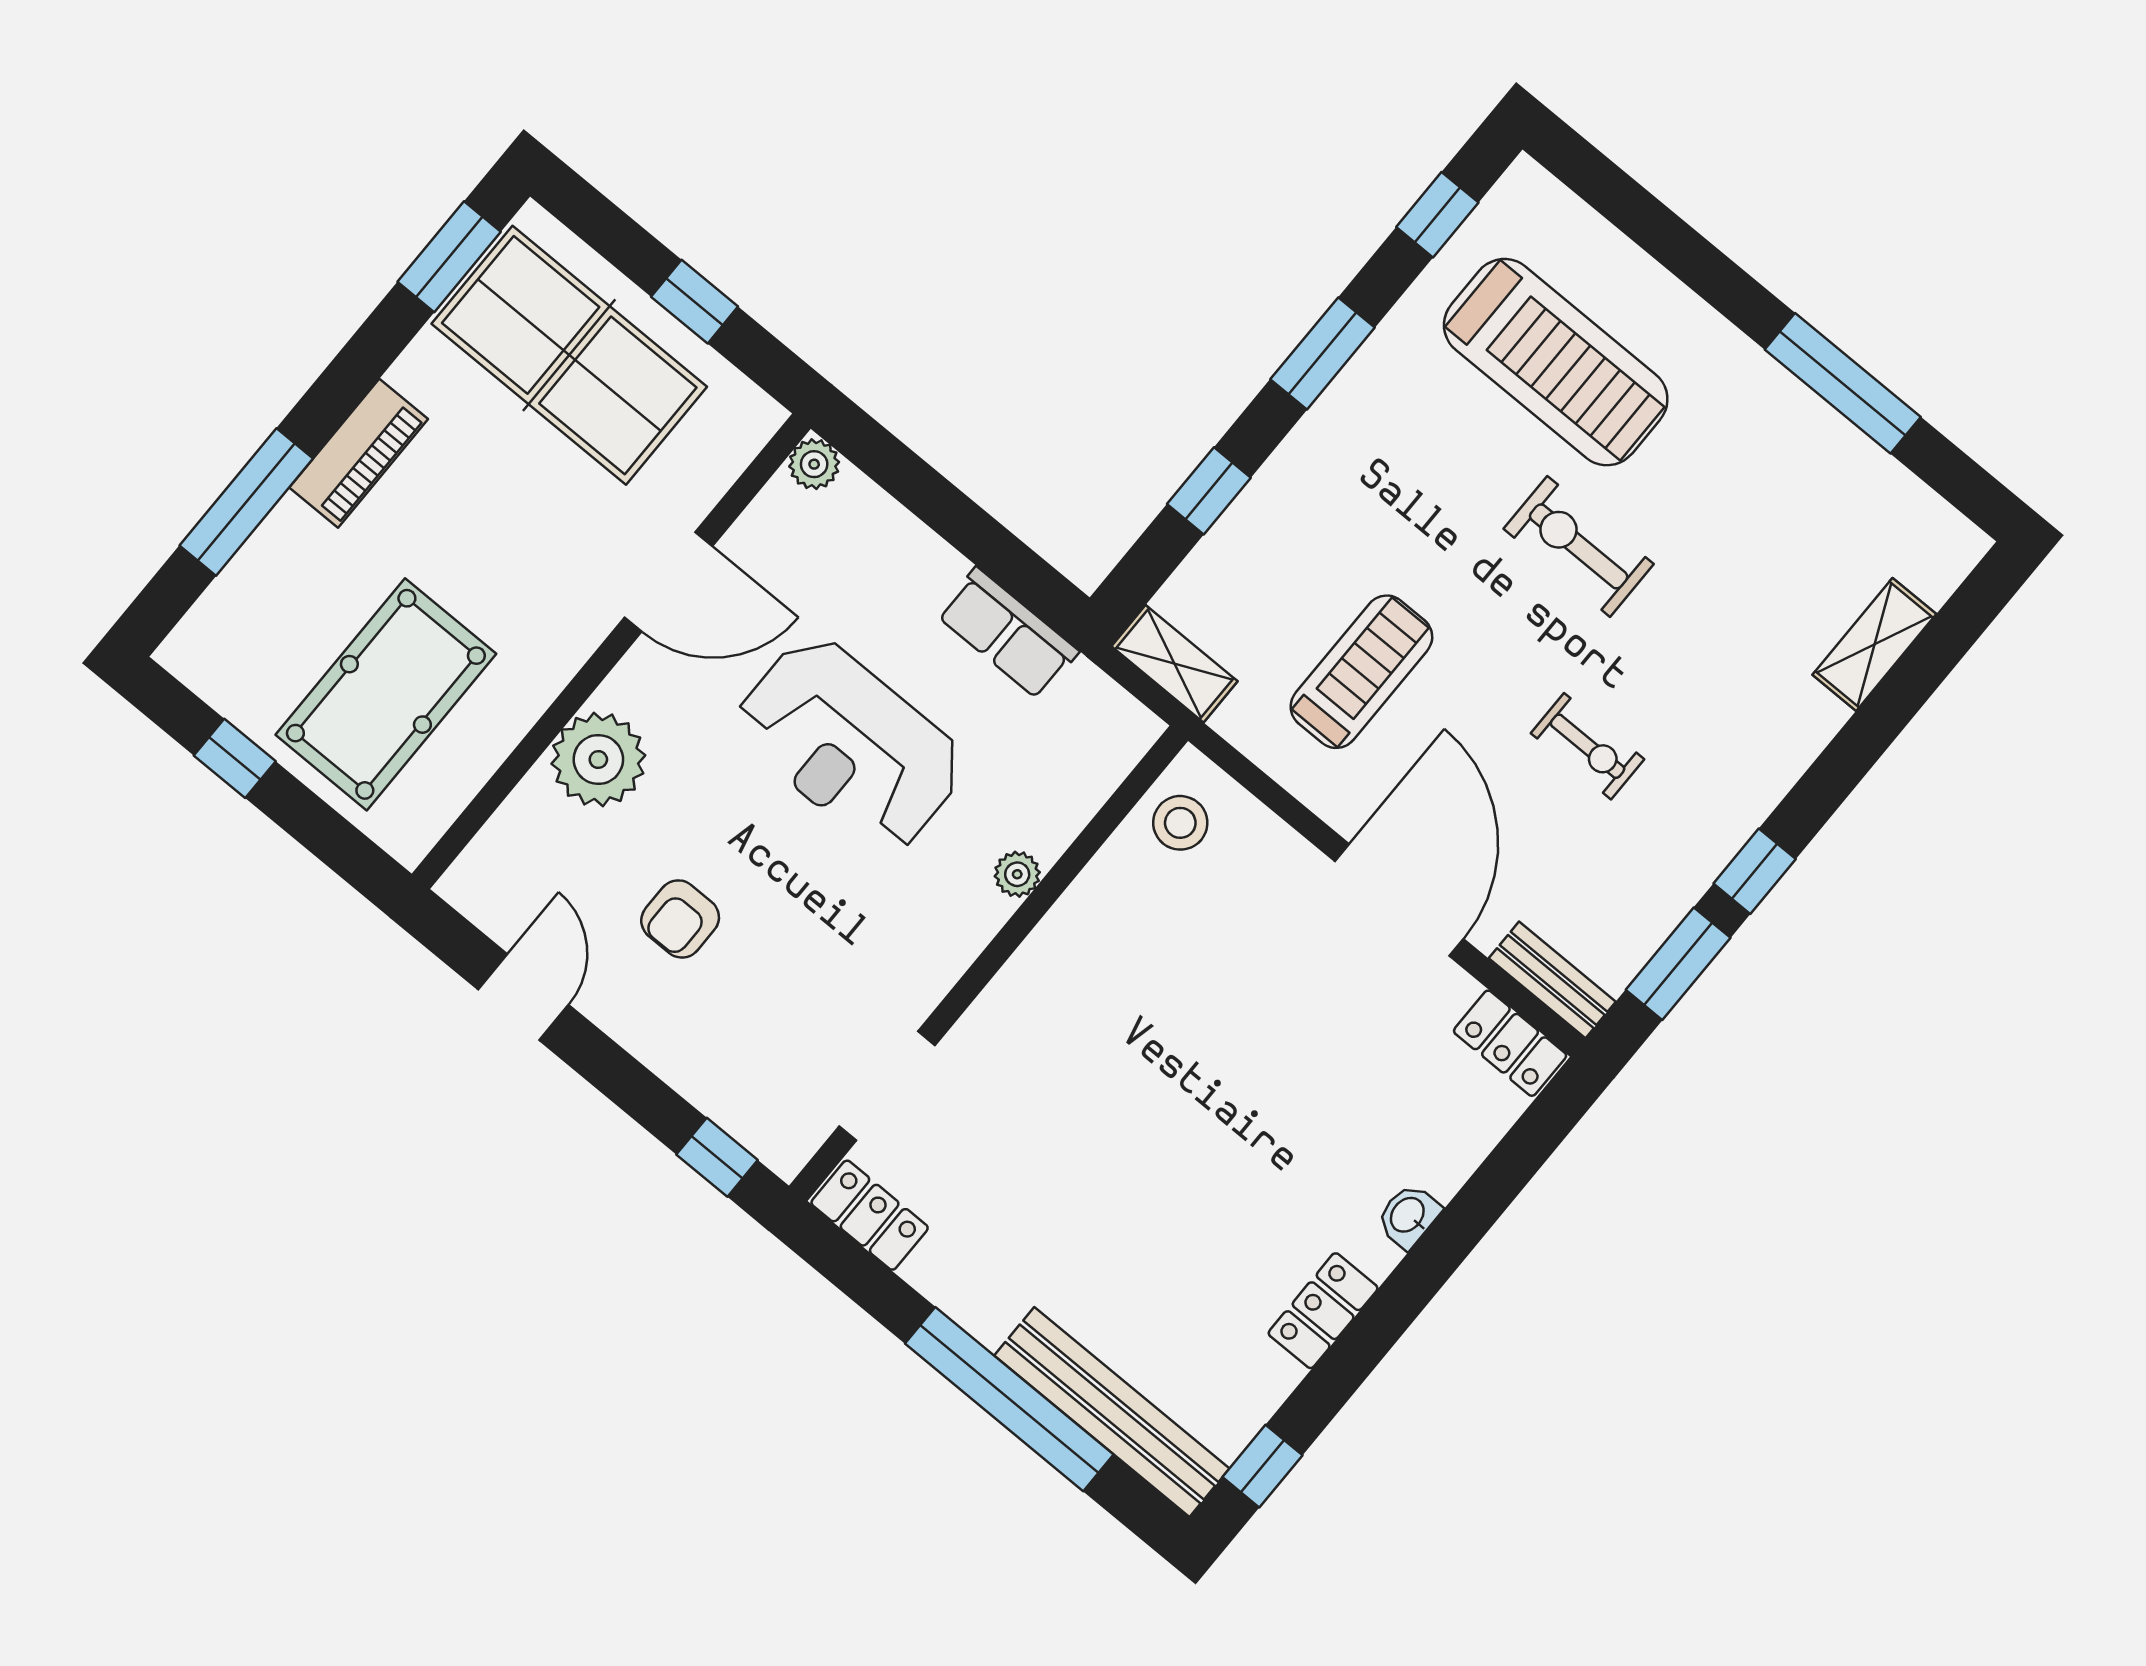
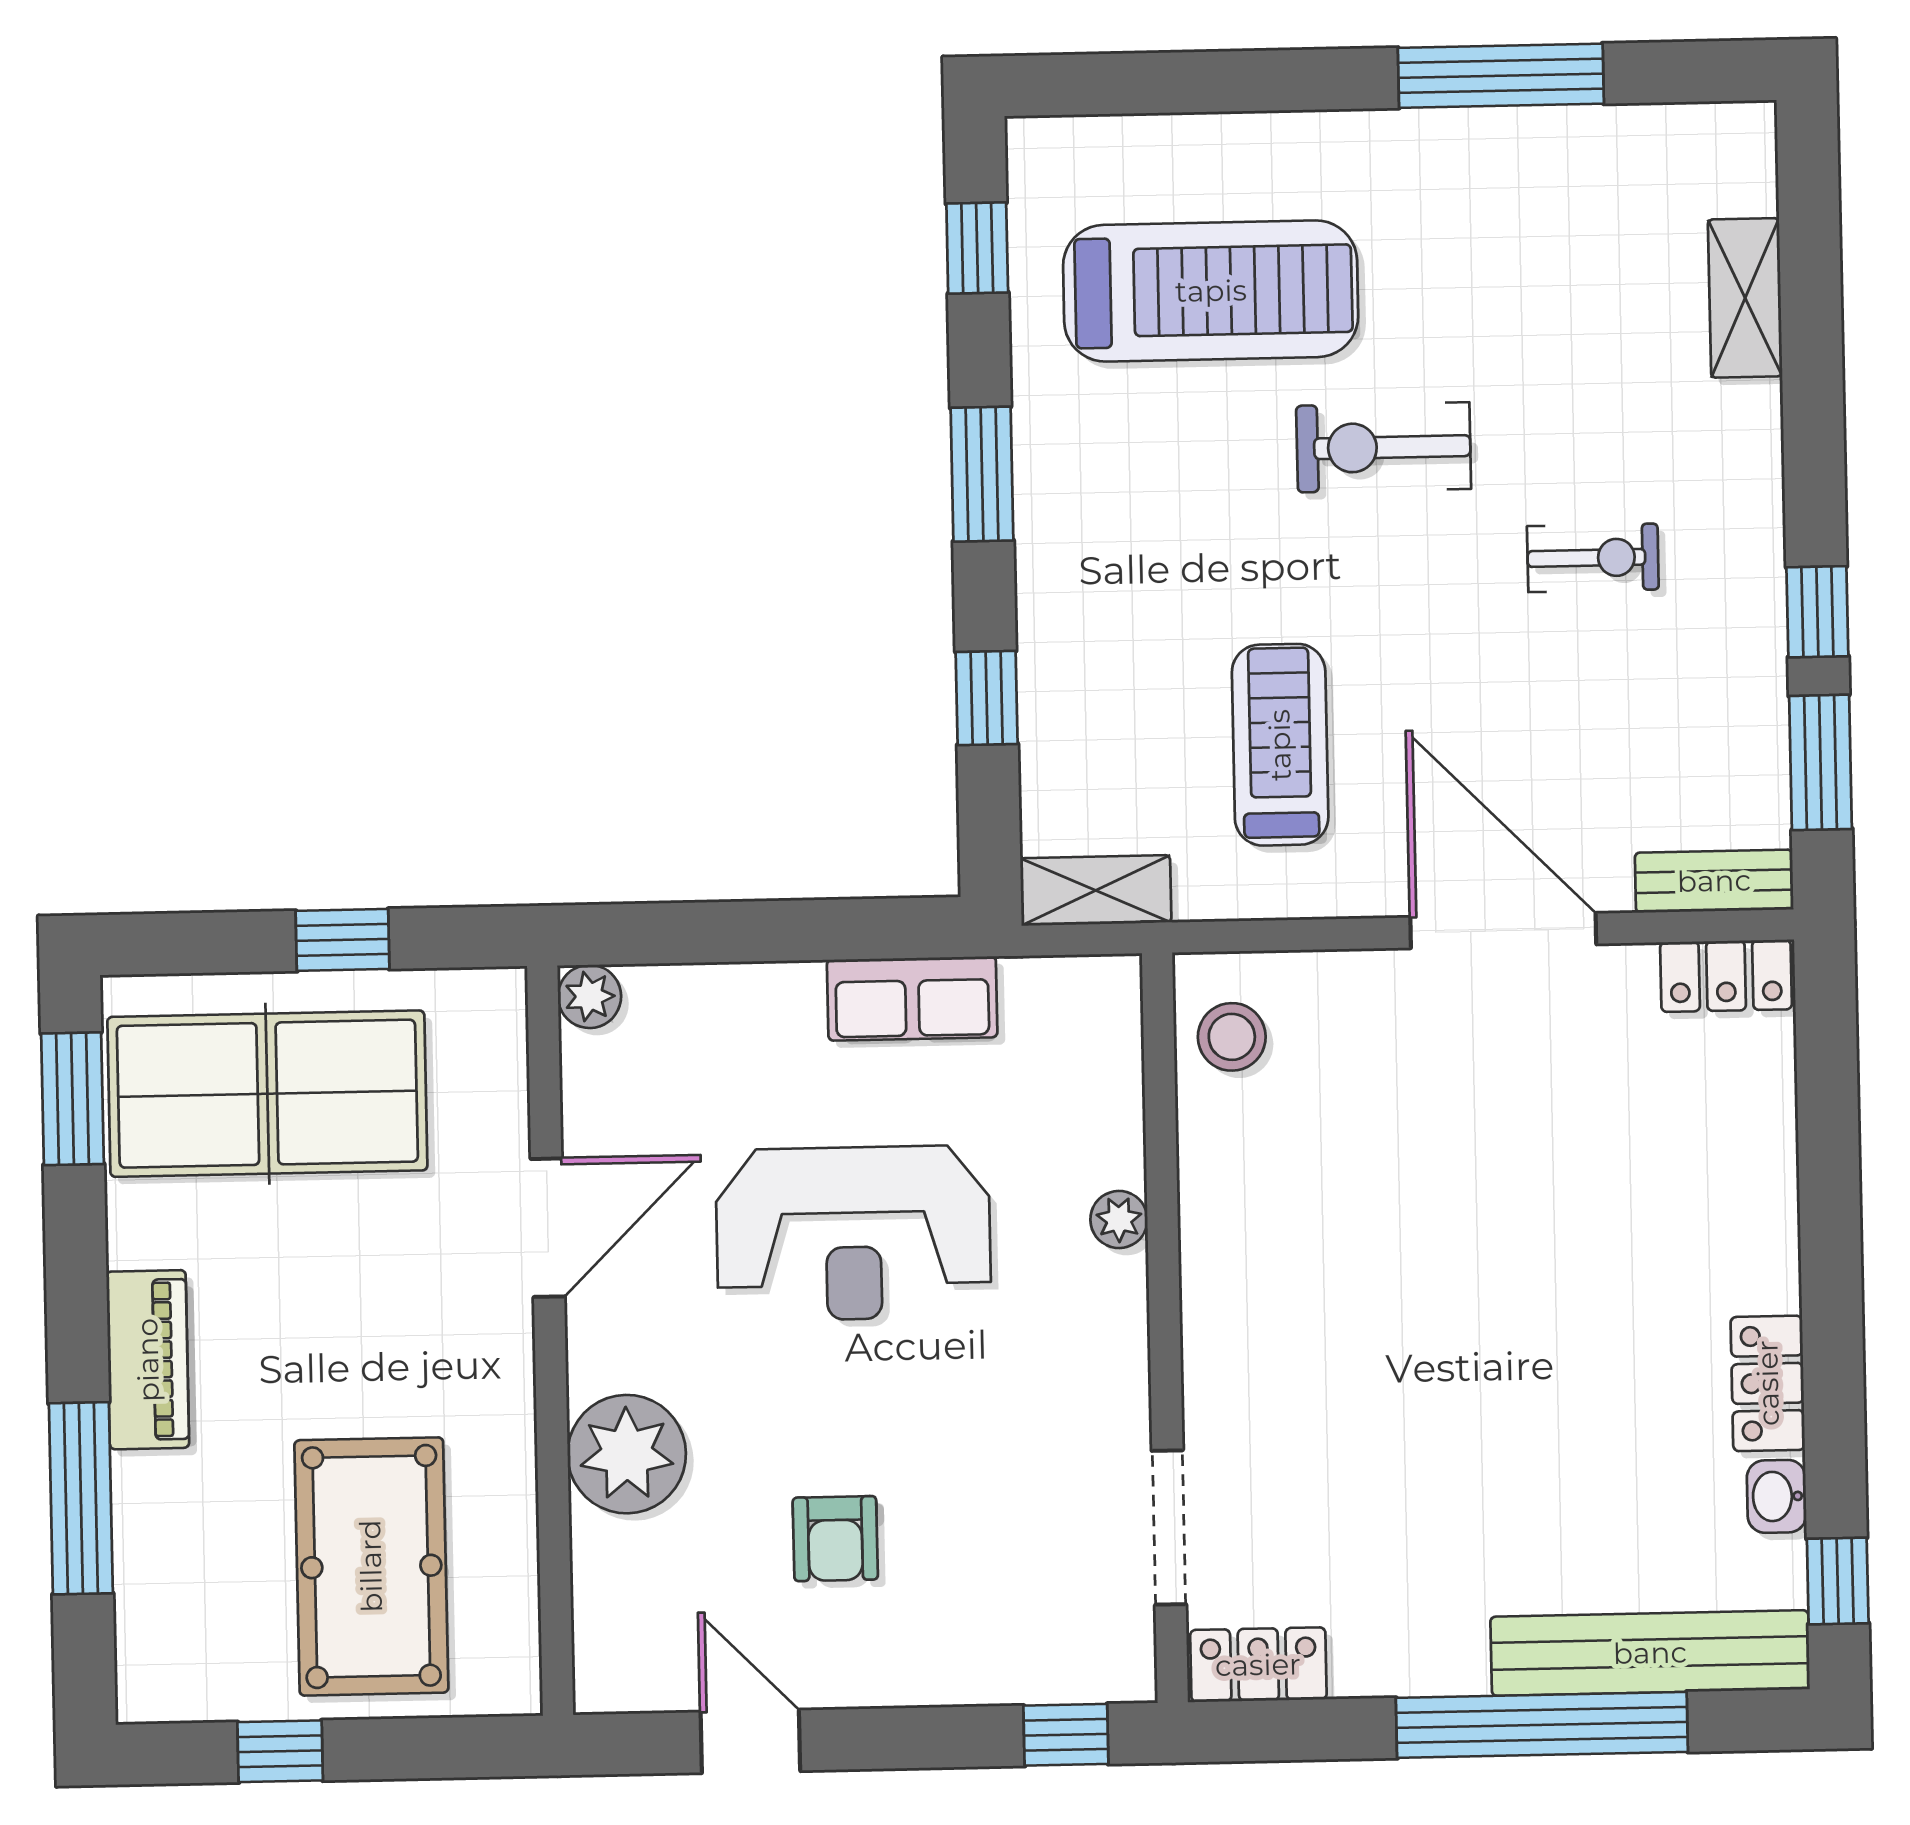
exercise bike: (1588, 746) -> (1593, 558), moved
washbasin: (1408, 1216) -> (1777, 1496), moved

